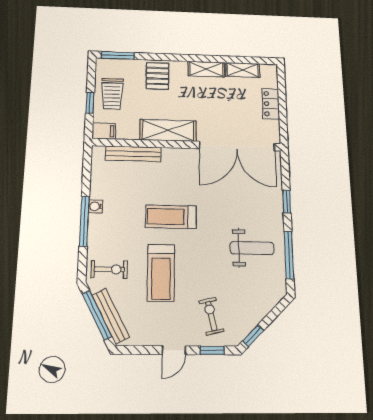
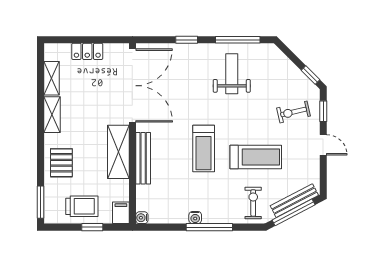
pallet: (158, 76) -> (61, 163), turned 90
water cooler: (98, 152) -> (142, 218), added
bench: (133, 154) -> (143, 158), moved

